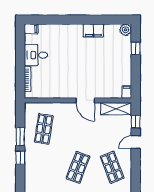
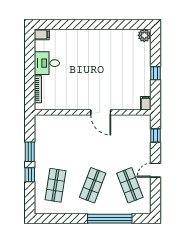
filing cabinet: (93, 30) -> (109, 36), removed
window: (136, 48) -> (156, 73), moved
shelving: (116, 109) -> (134, 121), removed
shop shelf: (44, 129) -> (55, 185), moved
door: (136, 142) -> (156, 170), moved

